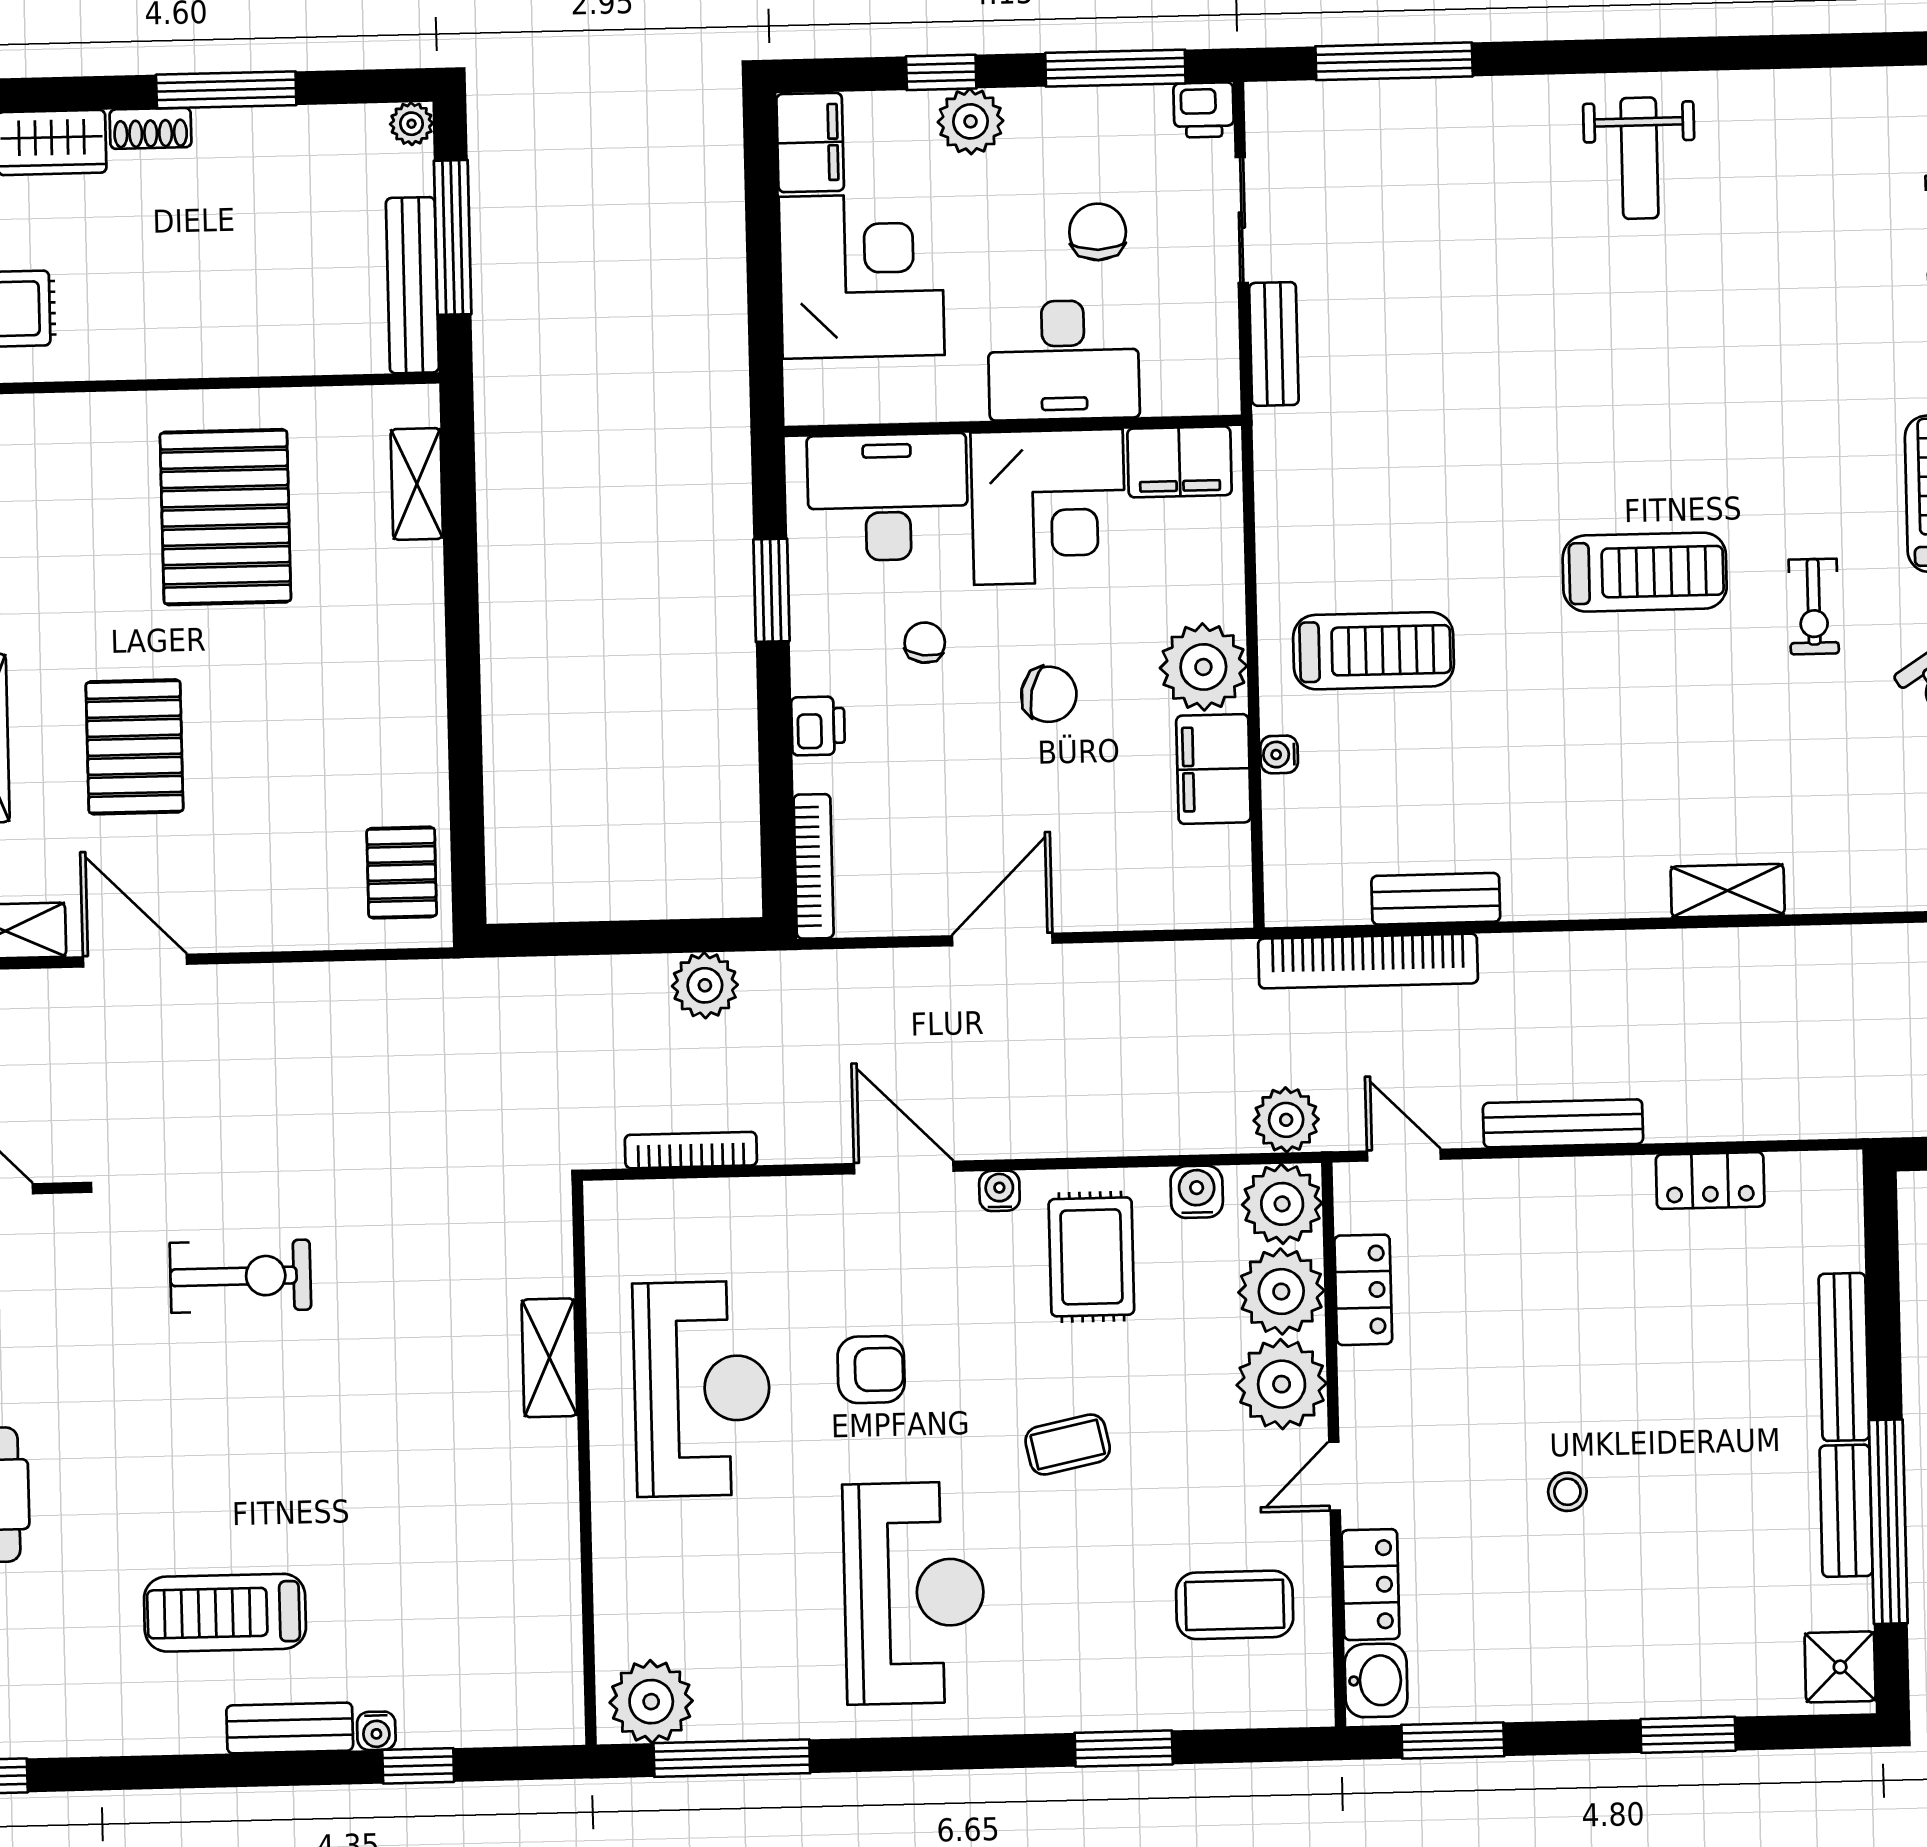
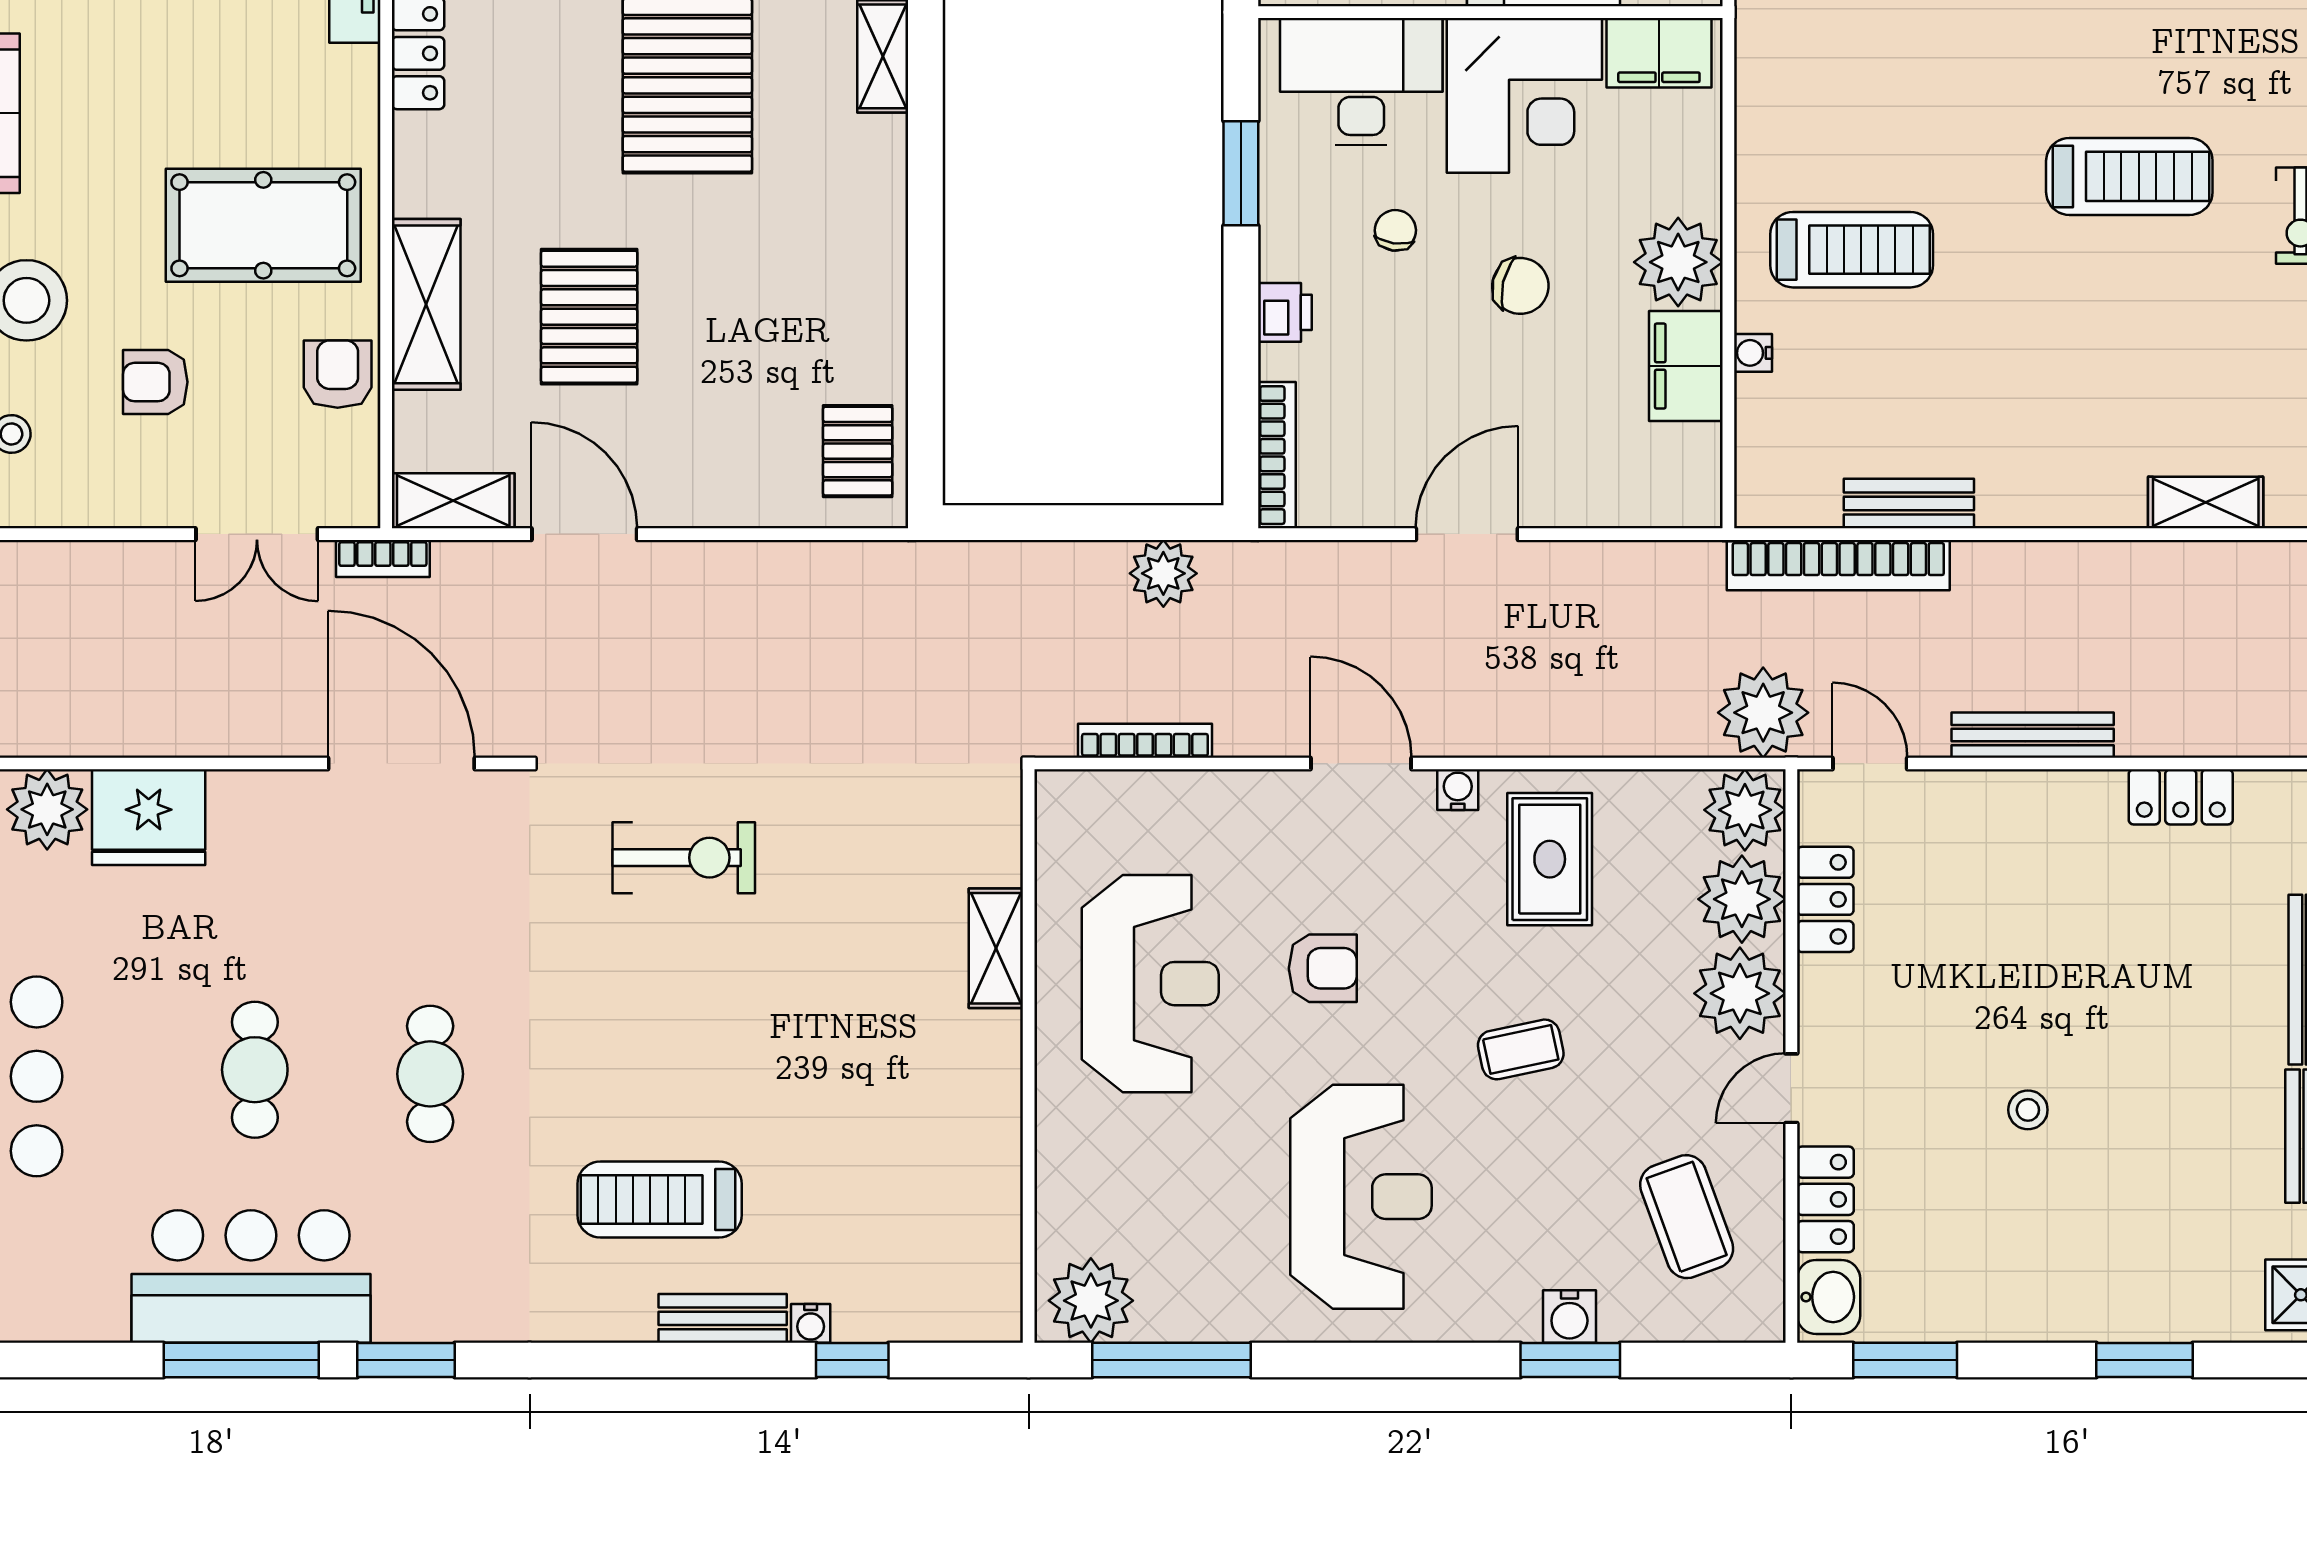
plant: (1286, 1120) -> (1763, 713), width x1.36, depth x1.36
water cooler: (1197, 1192) -> (1569, 1316), moved, turned 180
coffee table: (1235, 1605) -> (1687, 1217), turned 70

